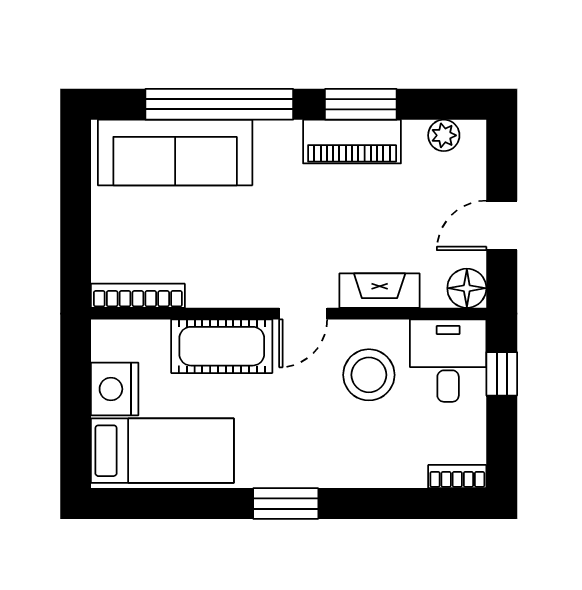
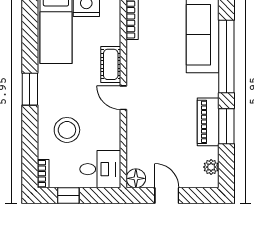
fireplace: (380, 291) -> (135, 135), removed
cot: (222, 346) -> (111, 64), width x0.73, depth x0.75
window: (502, 374) -> (68, 195), moved
stool: (369, 375) -> (67, 130), moved

